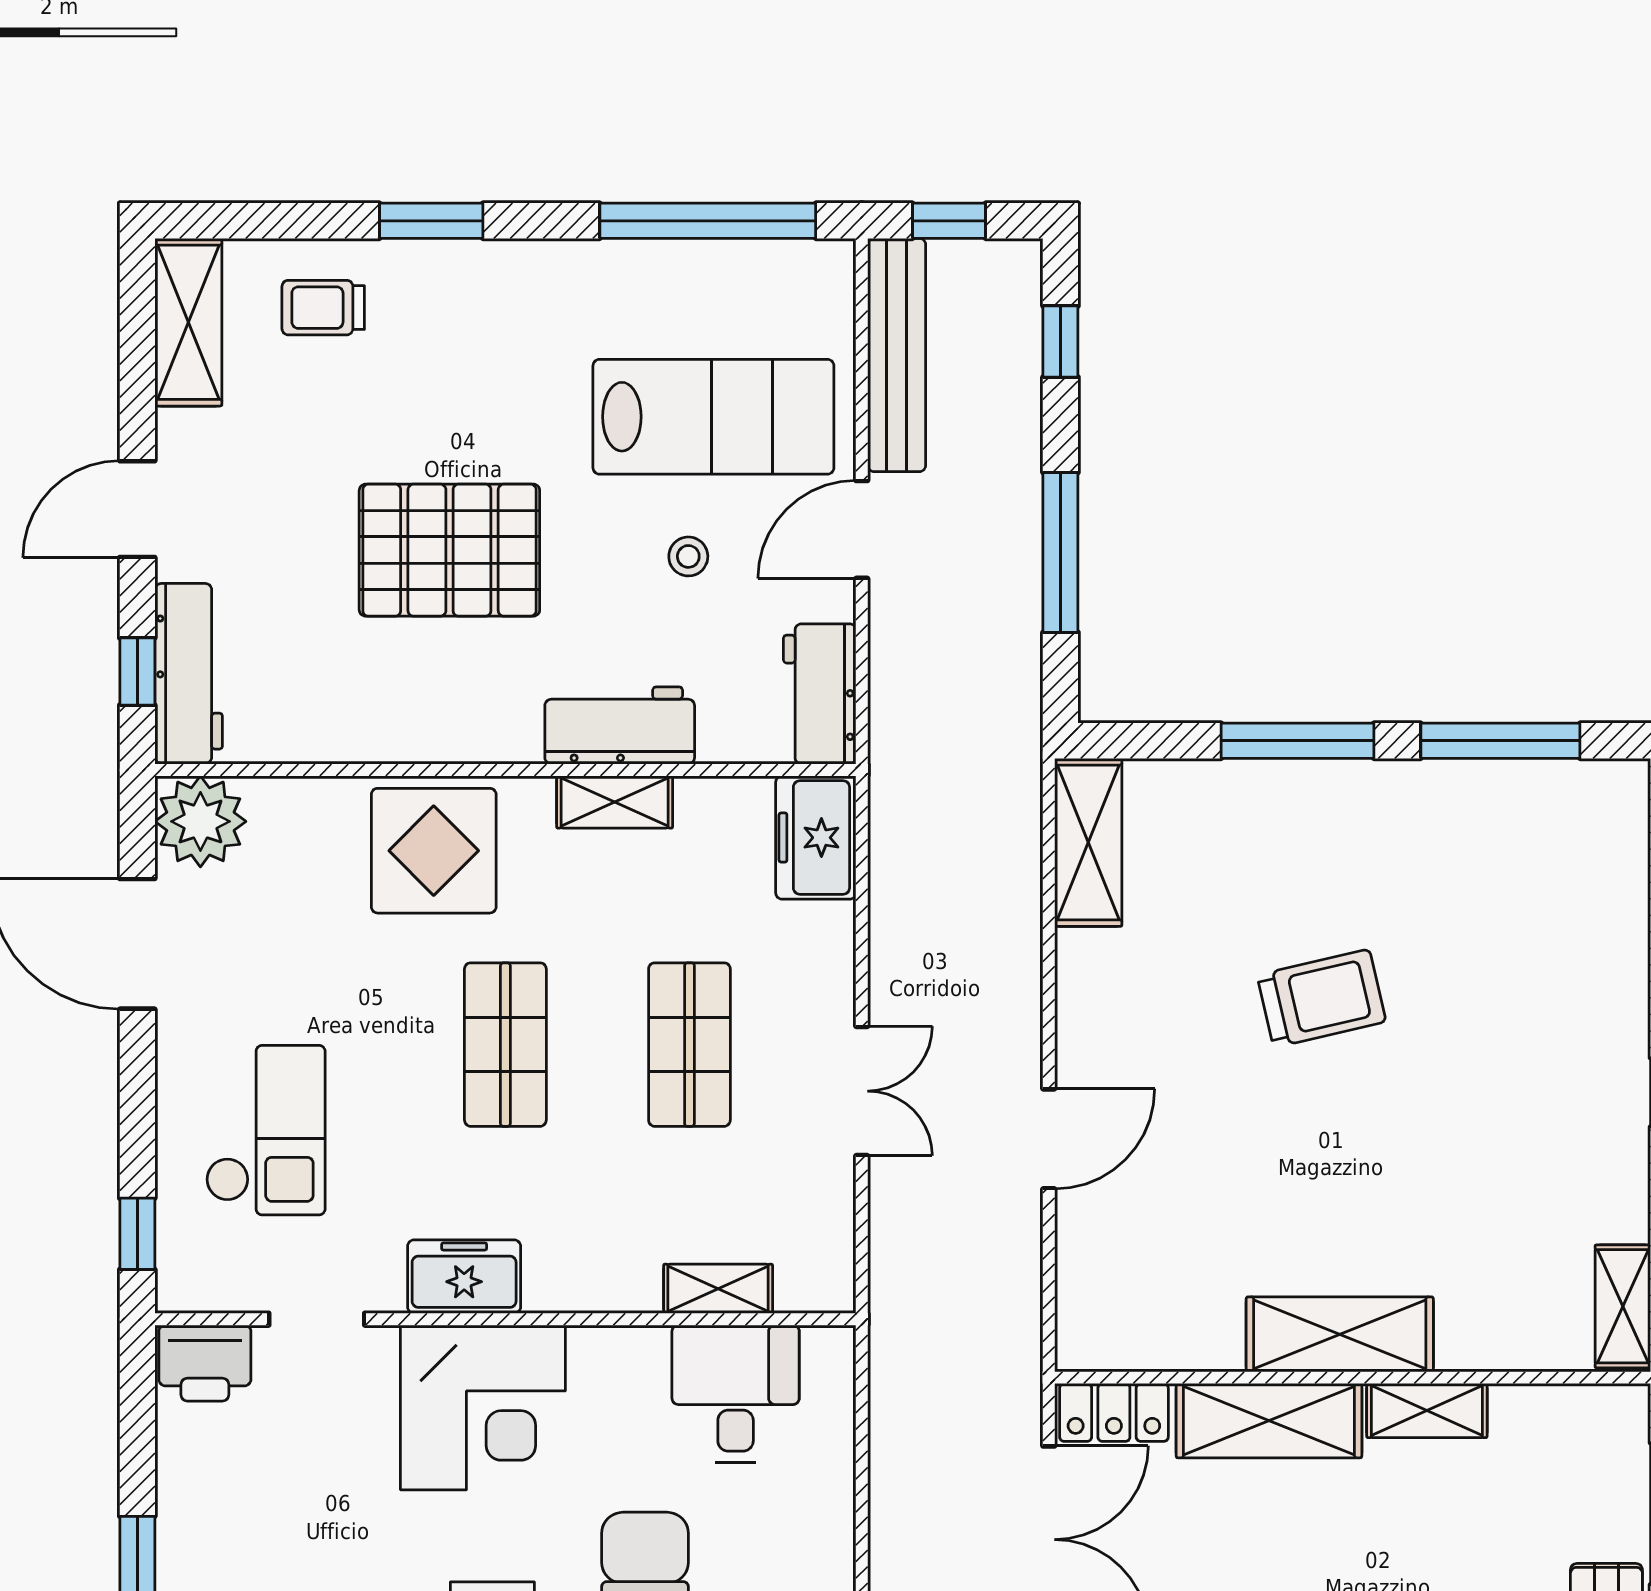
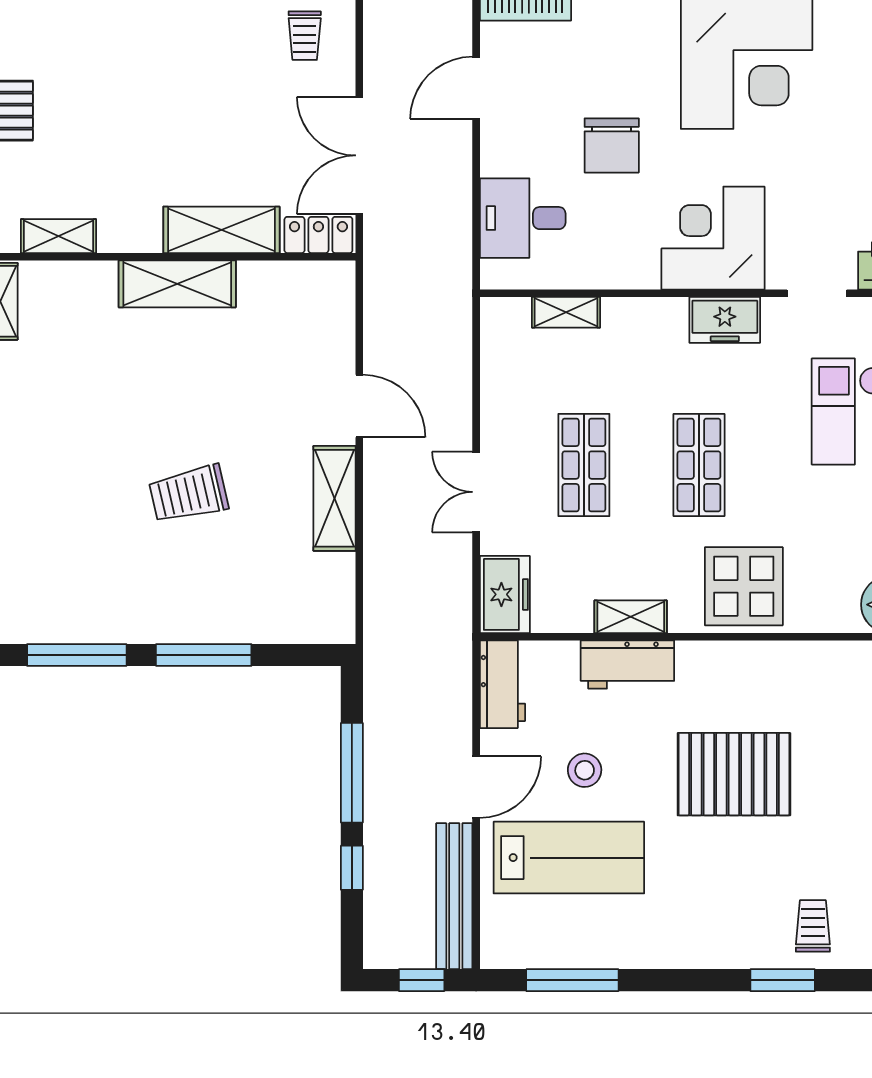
window: (431, 221) -> (783, 980), moved
window: (708, 221) -> (572, 980), width x0.68
trolley: (323, 308) -> (813, 926), turned -90
window: (1060, 341) -> (352, 868), moved
lab bench: (713, 417) -> (569, 858), turned 180
stool: (688, 556) -> (585, 770), width x1.37, depth x1.37
shelving: (1088, 842) -> (335, 498), moved
double door: (862, 1091) -> (476, 492), moved
door: (1049, 1139) -> (359, 406), swing flipped
desk: (736, 1394) -> (523, 218), moved, turned 90
shelving: (1427, 1411) -> (58, 236), moved

